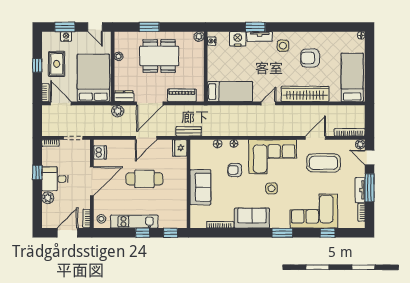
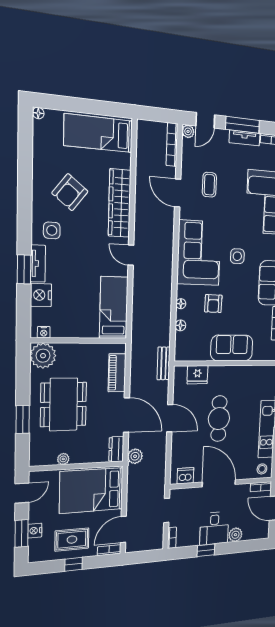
plant: (199, 36) -> (43, 356), width x1.88, depth x1.88
armchair: (310, 58) -> (70, 192), turned 38
fridge: (180, 148) -> (197, 375), moved
coffee table: (323, 163) -> (209, 185), width x0.54, depth x0.58

